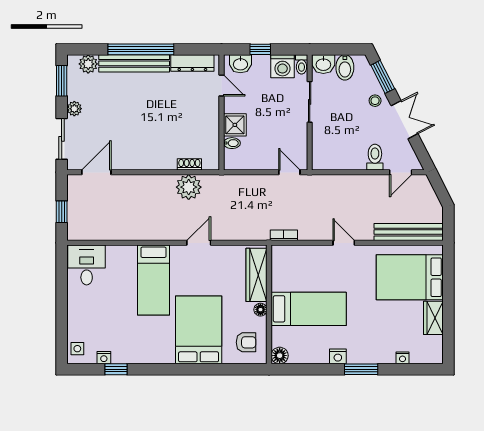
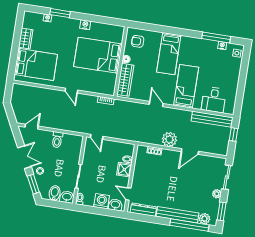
window: (141, 49) -> (189, 225), moved
window: (260, 49) -> (102, 211), removed
washing machine: (282, 66) -> (102, 201), moved
double door: (405, 120) -> (25, 157), swing flipped
toilet: (375, 157) -> (57, 140), moved
door: (96, 172) -> (190, 151), moved
plant: (189, 187) -> (169, 139), moved
bench: (409, 232) -> (212, 119), moved
door: (199, 243) -> (156, 104), swing flipped
desk: (87, 265) -> (214, 100), moved
bed: (309, 309) -> (98, 55), width x1.50
bed: (199, 330) -> (169, 54), width x0.67
floor lamp: (280, 356) -> (119, 31), removed
window: (116, 369) -> (216, 38), width x2.17
window: (361, 369) -> (60, 13), moved

